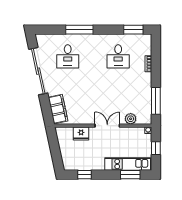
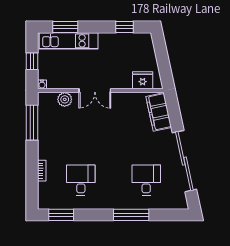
fridge: (81, 134) -> (143, 80), moved

